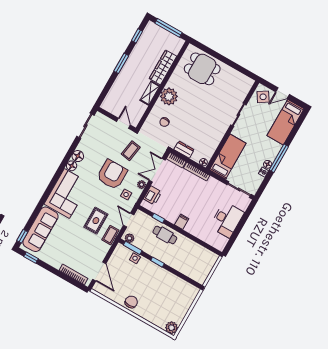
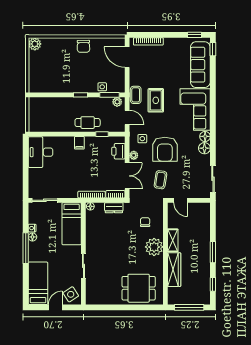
desk: (227, 220) -> (41, 152), moved

